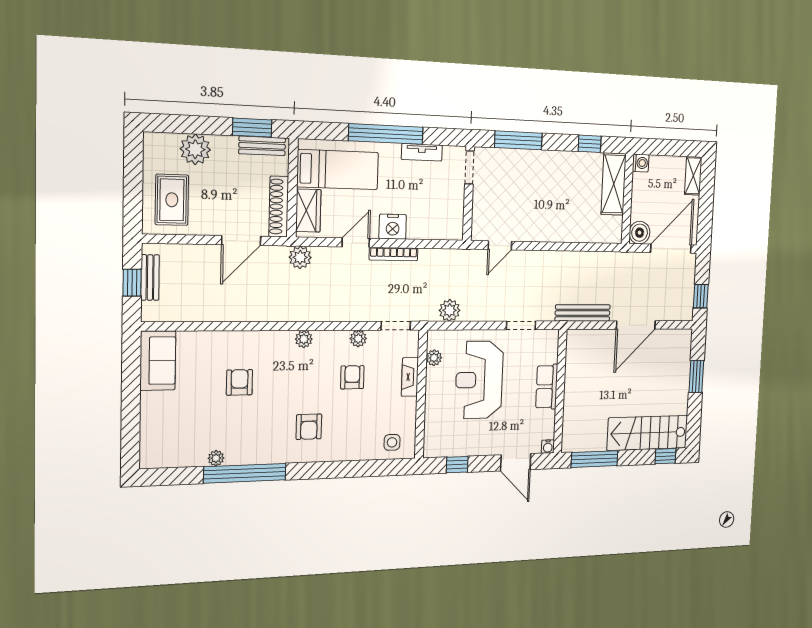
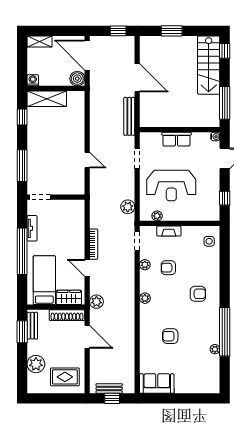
nightstand: (393, 227) -> (77, 245), removed
door: (500, 245) -> (87, 160), moved

